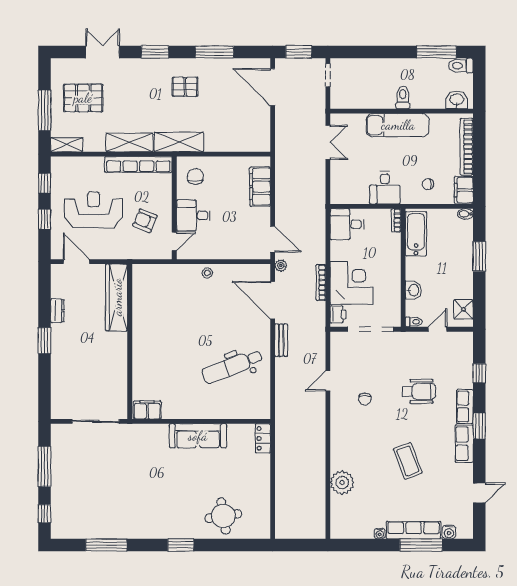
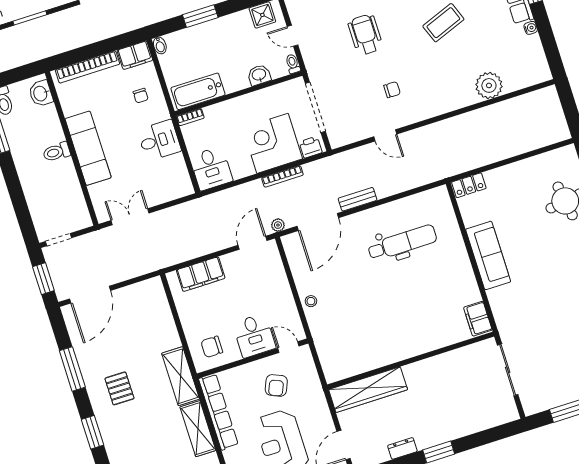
dental chair: (232, 366) -> (402, 243), turned -69

